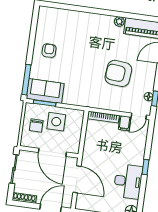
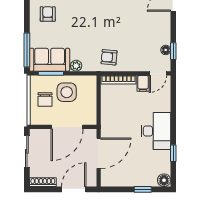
armchair: (118, 73) -> (109, 57), moved, width x0.53, depth x0.53
plant: (68, 100) -> (76, 66), added
door: (52, 152) -> (67, 127), hinge flipped
window: (145, 167) -> (173, 153), moved
door: (77, 179) -> (99, 153), hinge flipped
desk: (128, 181) -> (156, 131), moved

